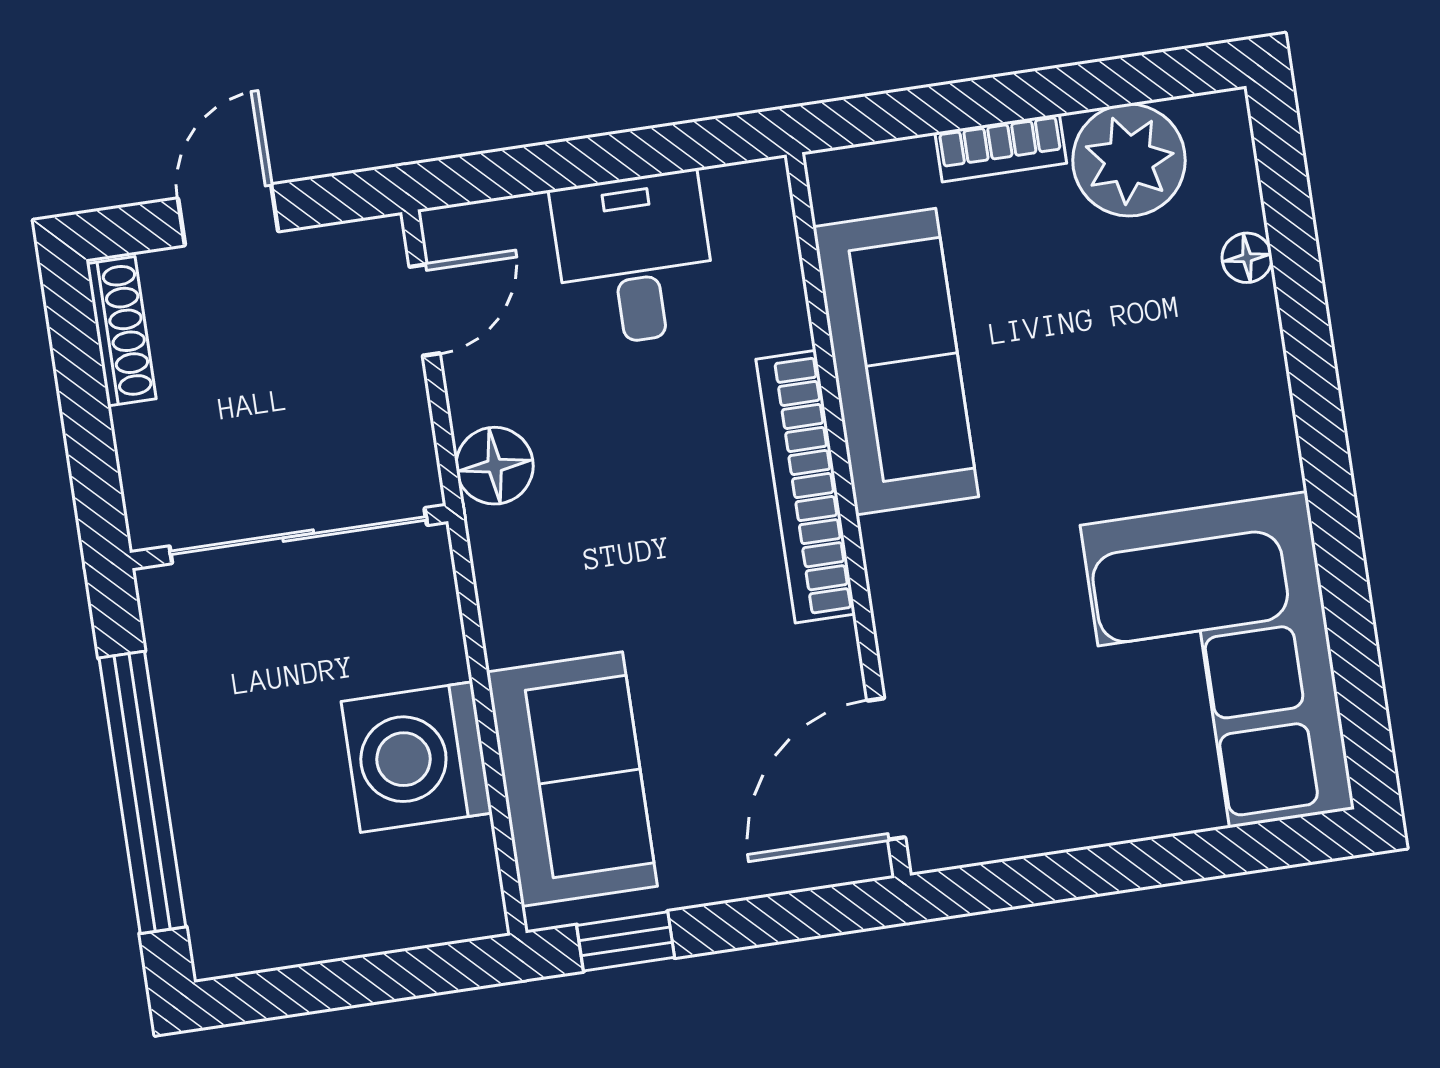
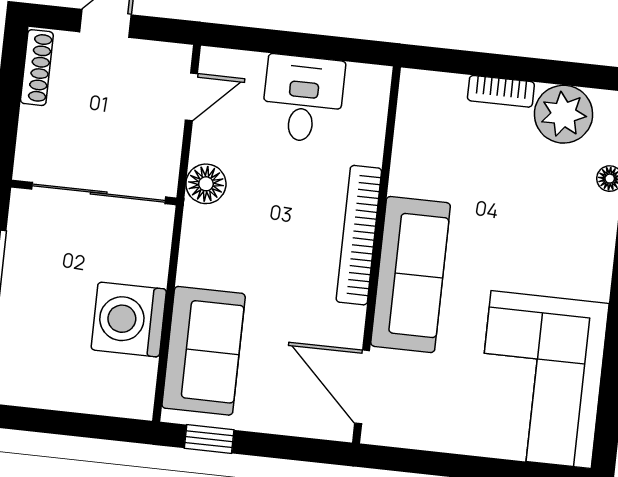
sofa: (896, 362) -> (411, 275), moved
door: (886, 769) -> (362, 387), hinge flipped

